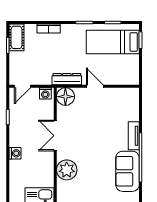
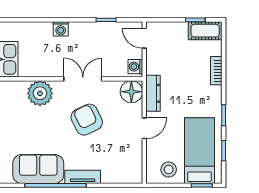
stool: (128, 67) -> (169, 169), added
armchair: (88, 132) -> (87, 120), added

